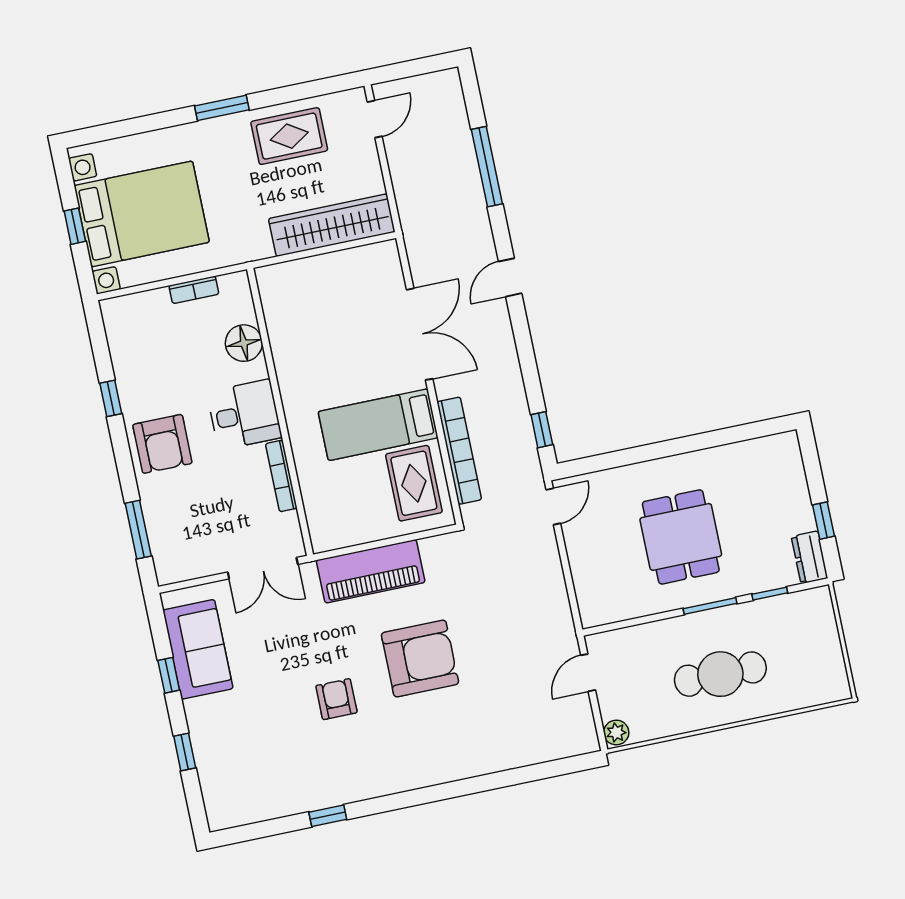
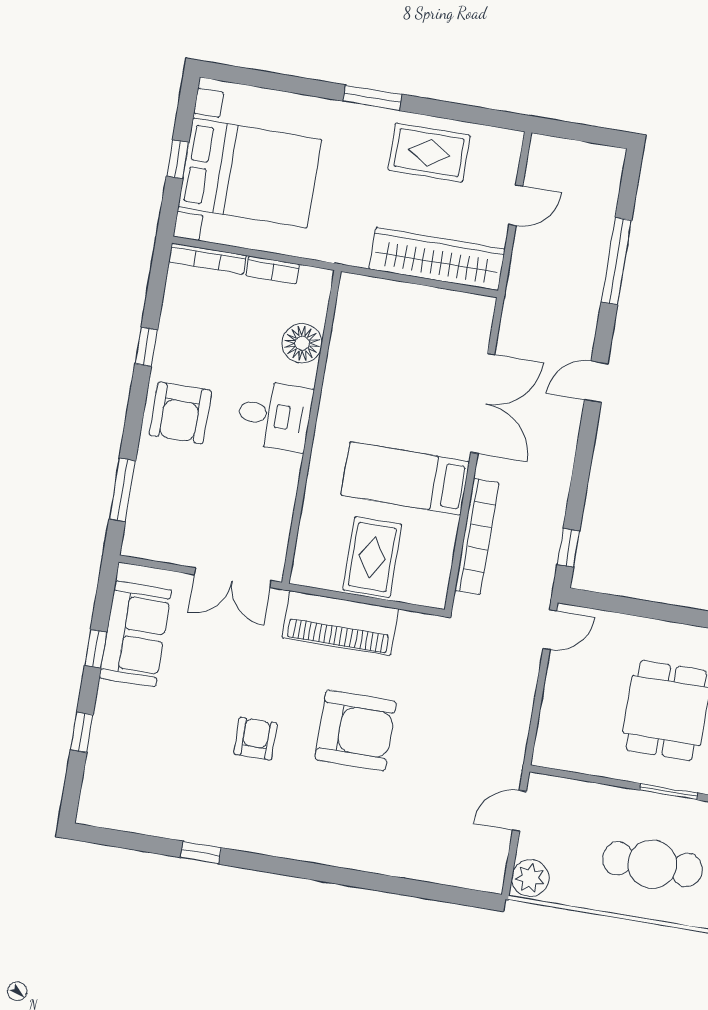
door: (375, 119) -> (516, 205), moved
bookcase: (281, 476) -> (208, 259), moved, turned -90
rug: (414, 483) -> (372, 557), moved
plant: (616, 732) -> (530, 878), width x1.38, depth x1.38

